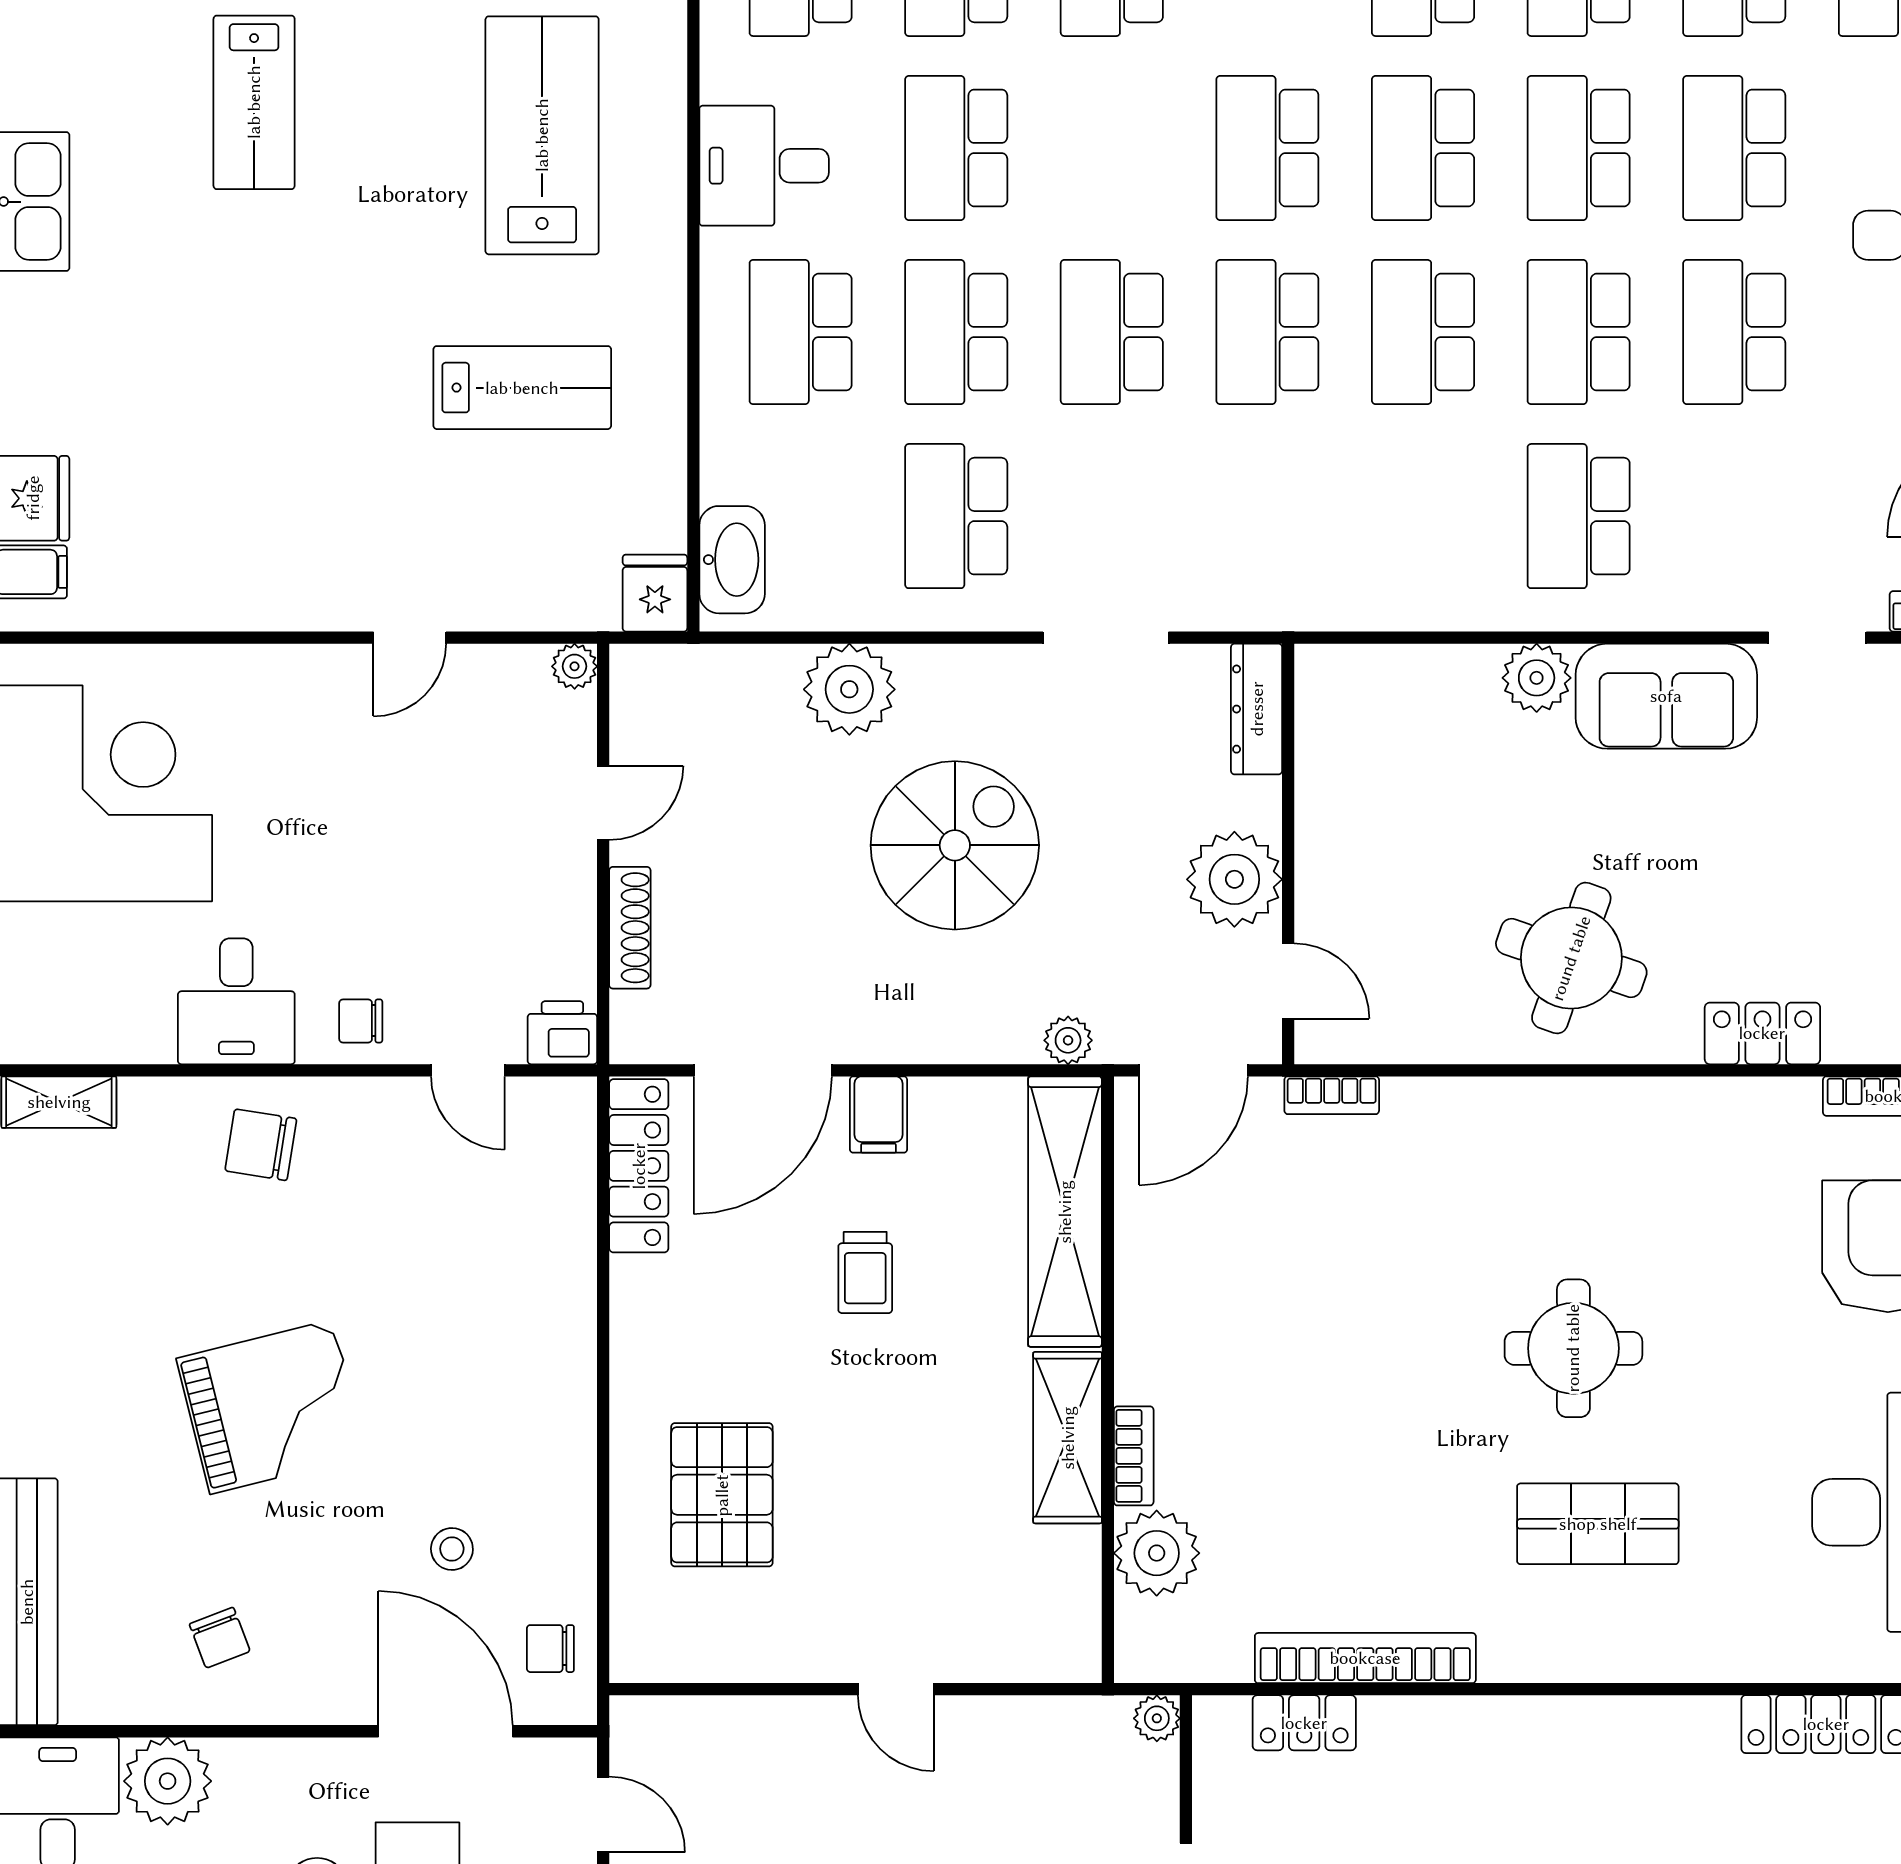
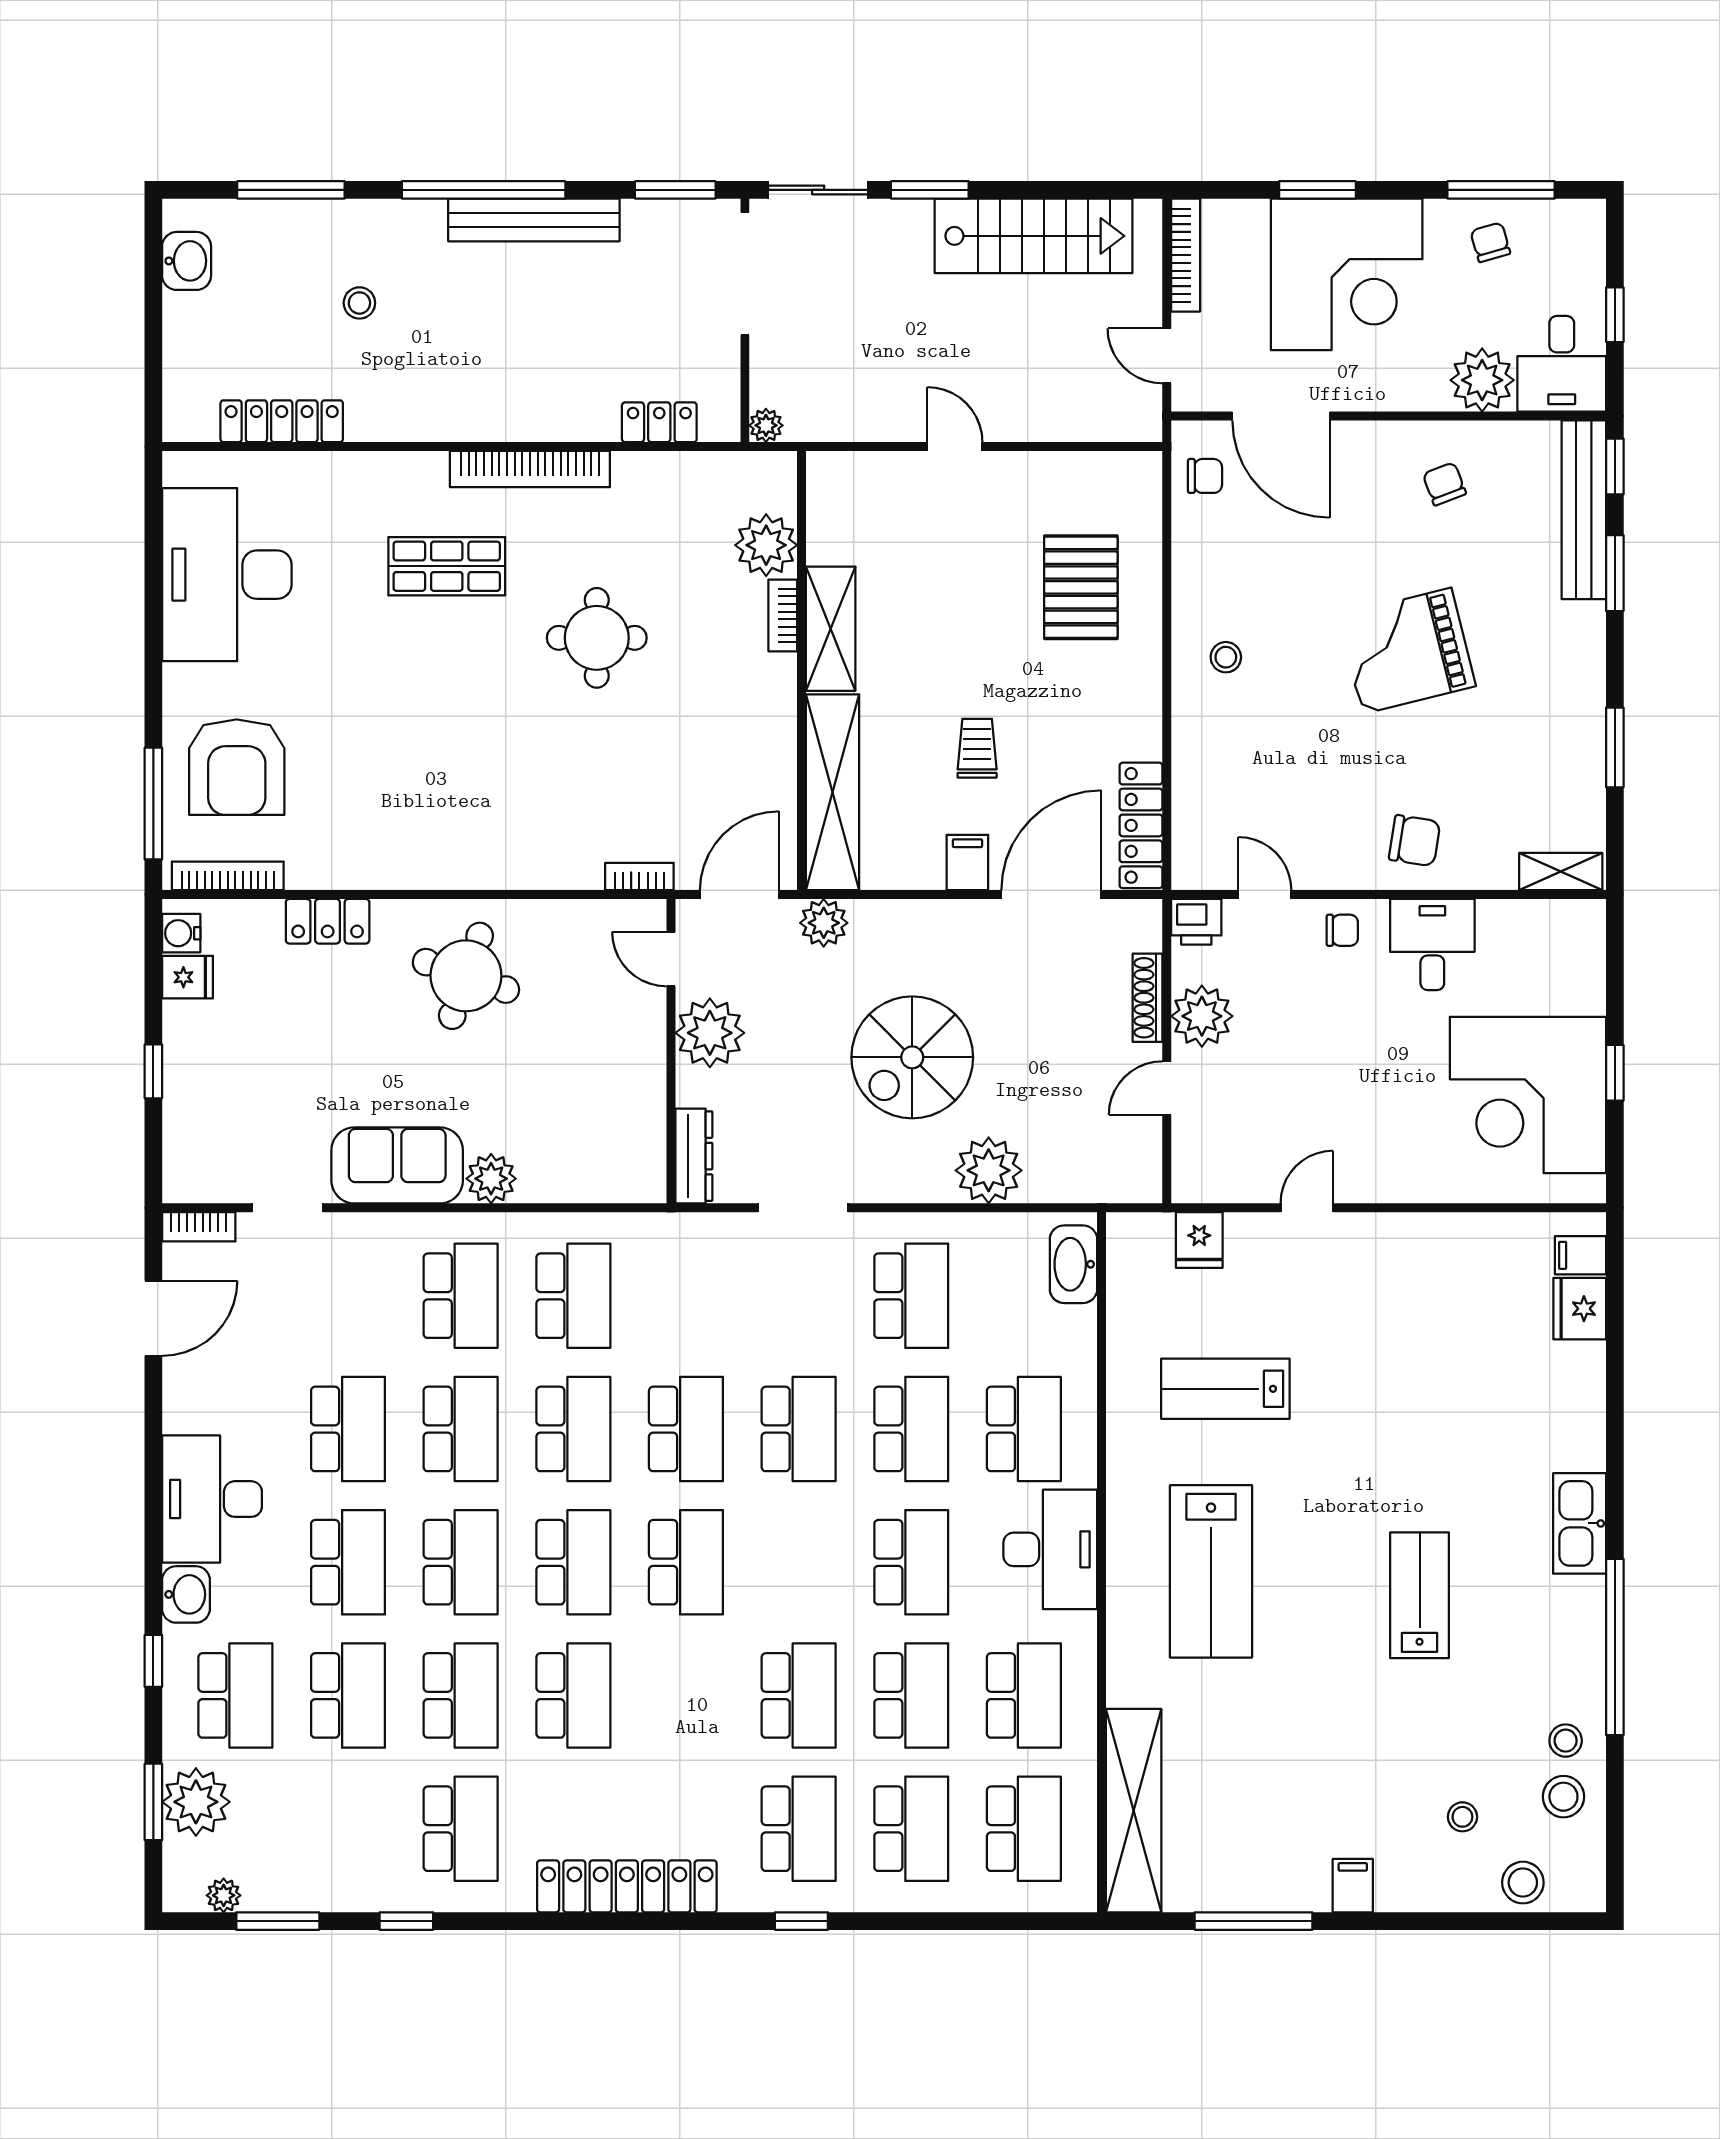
desk: (764, 166) -> (1050, 1549), width x1.37
school desk: (1423, 516) -> (573, 1296), added
fridge: (655, 593) -> (1199, 1240), moved
plant: (575, 666) -> (1202, 1016), moved, width x1.87, depth x1.87
plant: (1068, 1040) -> (824, 923), width x1.38, depth x1.38
round table: (1573, 1348) -> (597, 638), moved
stool: (452, 1549) -> (1226, 657), moved
bookcase: (1365, 1658) -> (530, 469), moved

